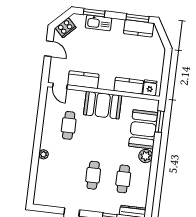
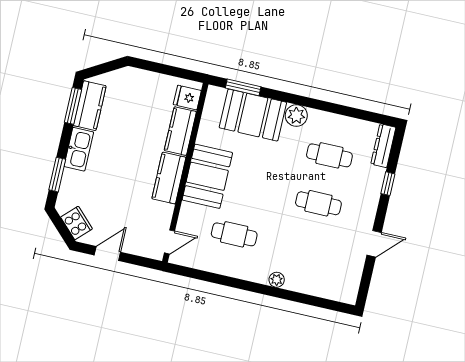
kitchen sink: (98, 23) -> (79, 149), moved
kitchen counter: (83, 80) -> (169, 178), moved

